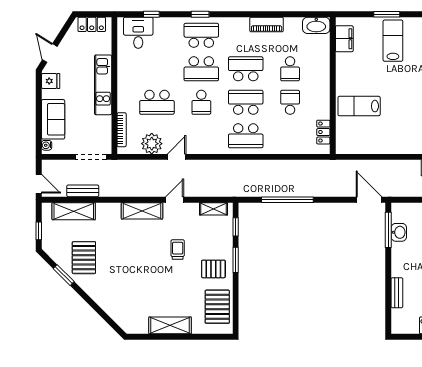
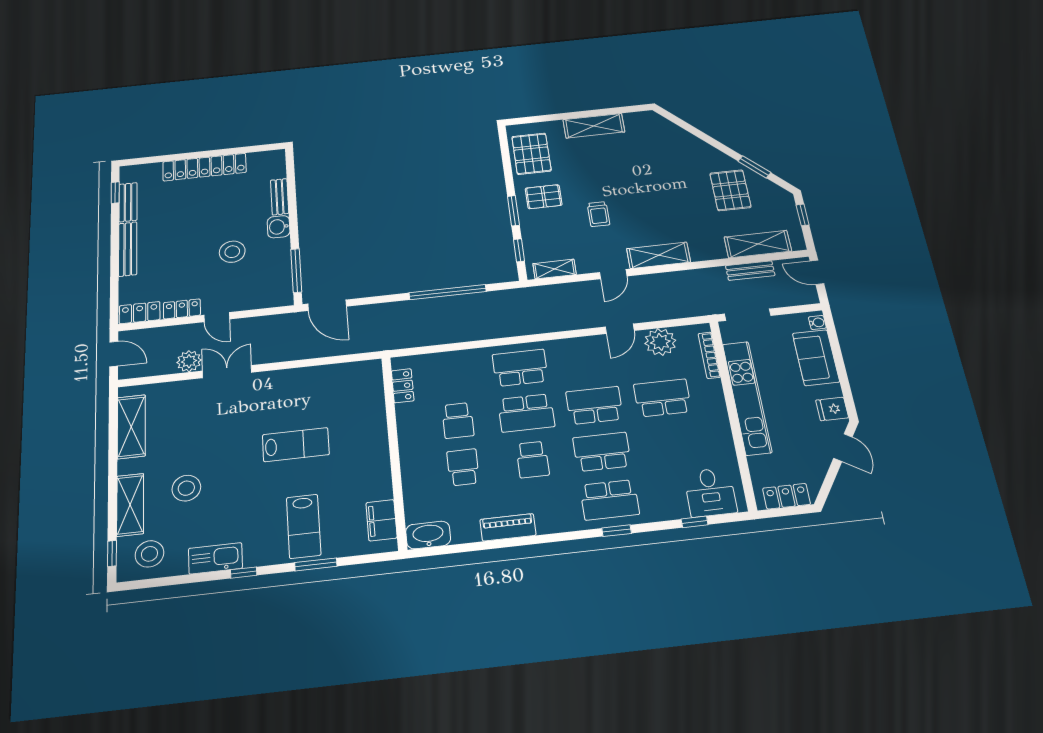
school desk: (246, 69) -> (533, 460), width x0.54
kitchen unit: (103, 85) -> (747, 398), width x1.36
school desk: (201, 102) -> (594, 405), width x1.85
lab bench: (359, 106) -> (296, 445), moved
washbasin: (399, 232) -> (279, 227), moved

